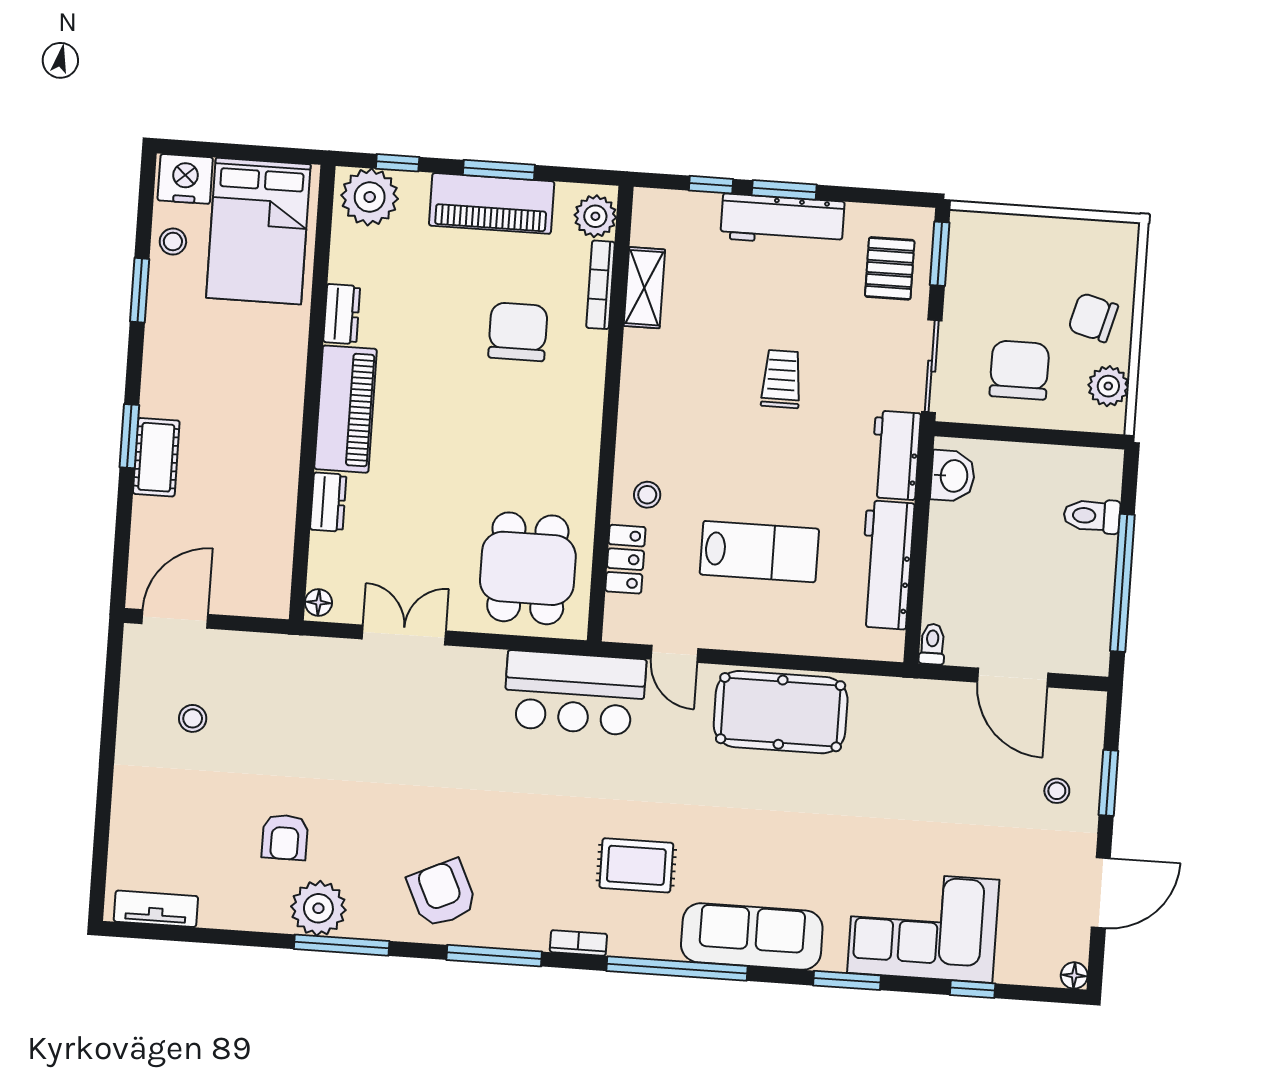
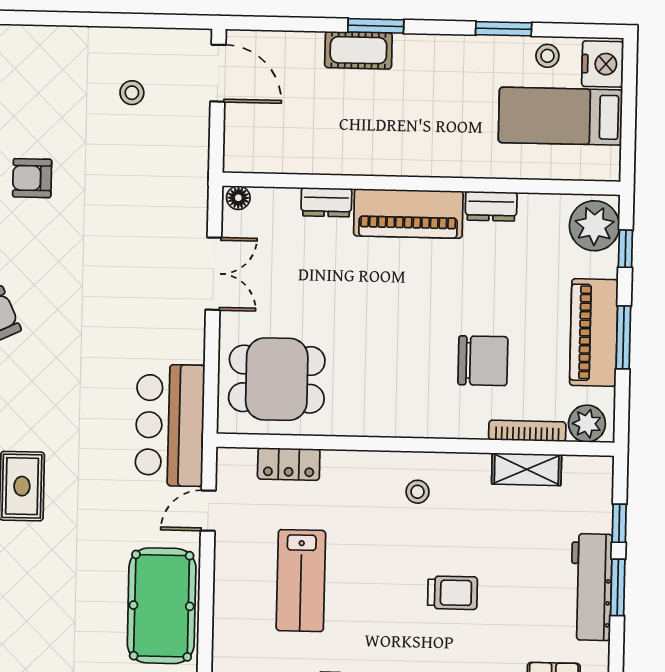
bed: (258, 231) -> (560, 116), width x0.67
stool: (647, 495) -> (418, 492), moved

